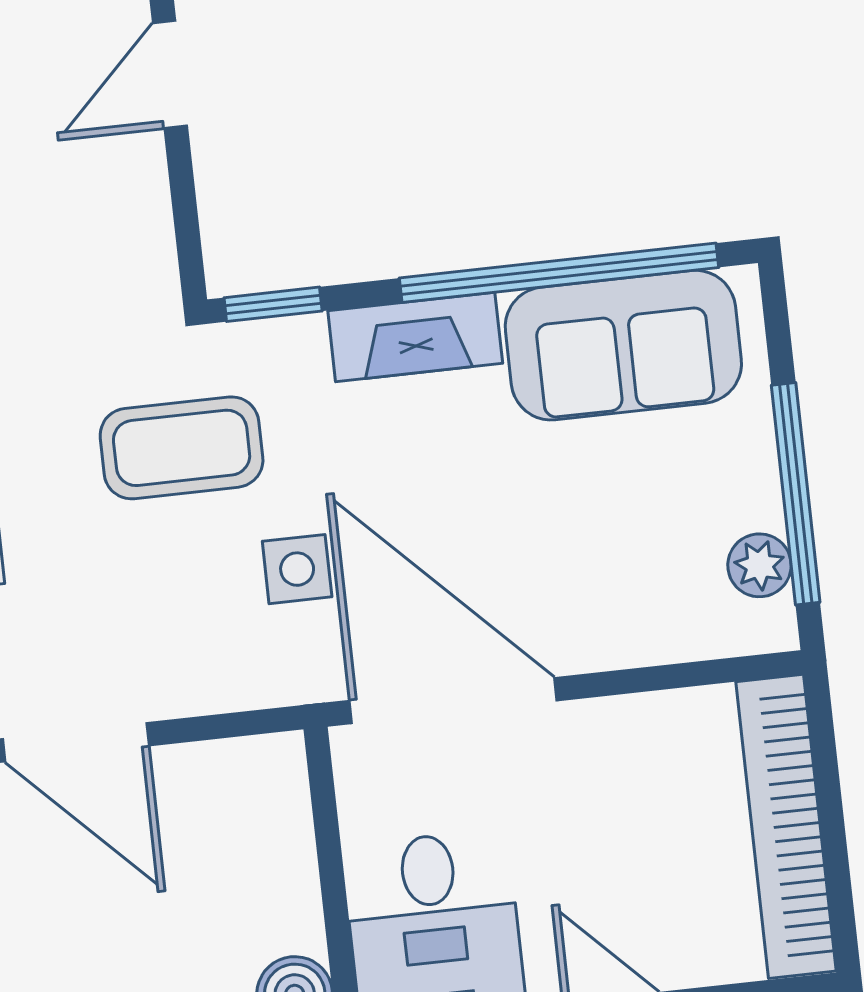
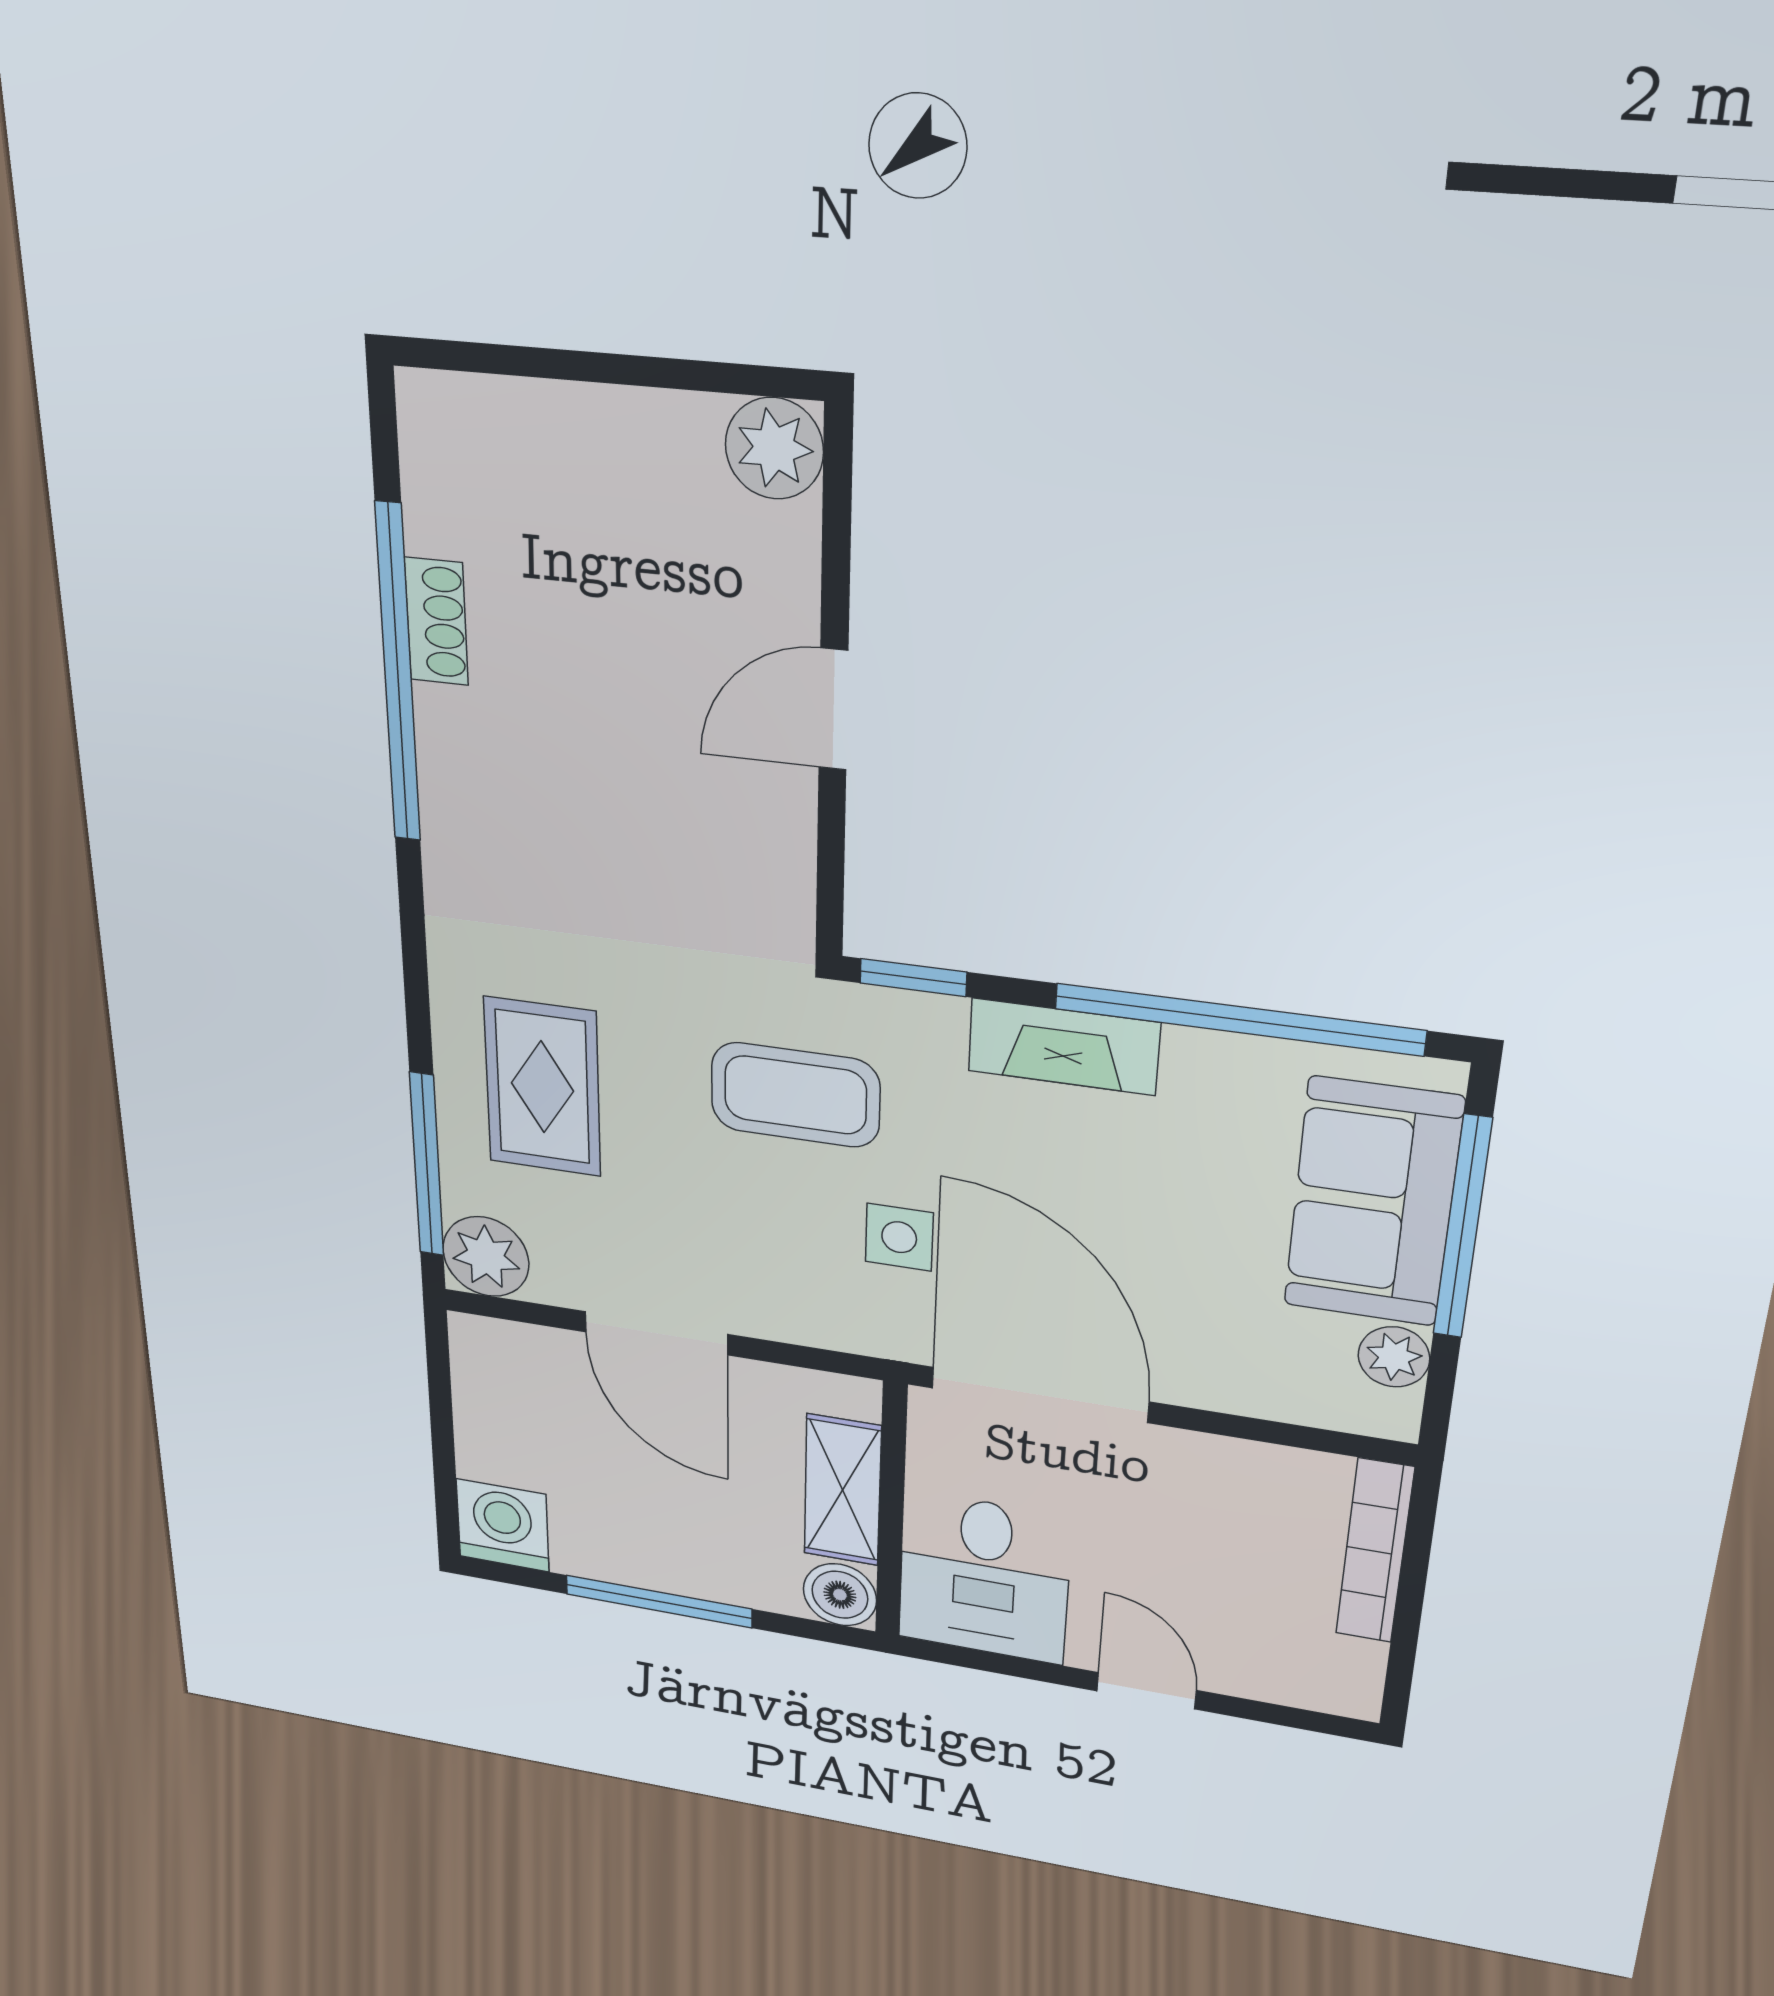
sofa: (623, 345) -> (1373, 1202), moved, turned 90
window: (796, 494) -> (1463, 1228), moved
bookcase: (786, 826) -> (1375, 1551), width x0.68, depth x0.76
shelving: (281, 867) -> (843, 1490), added

